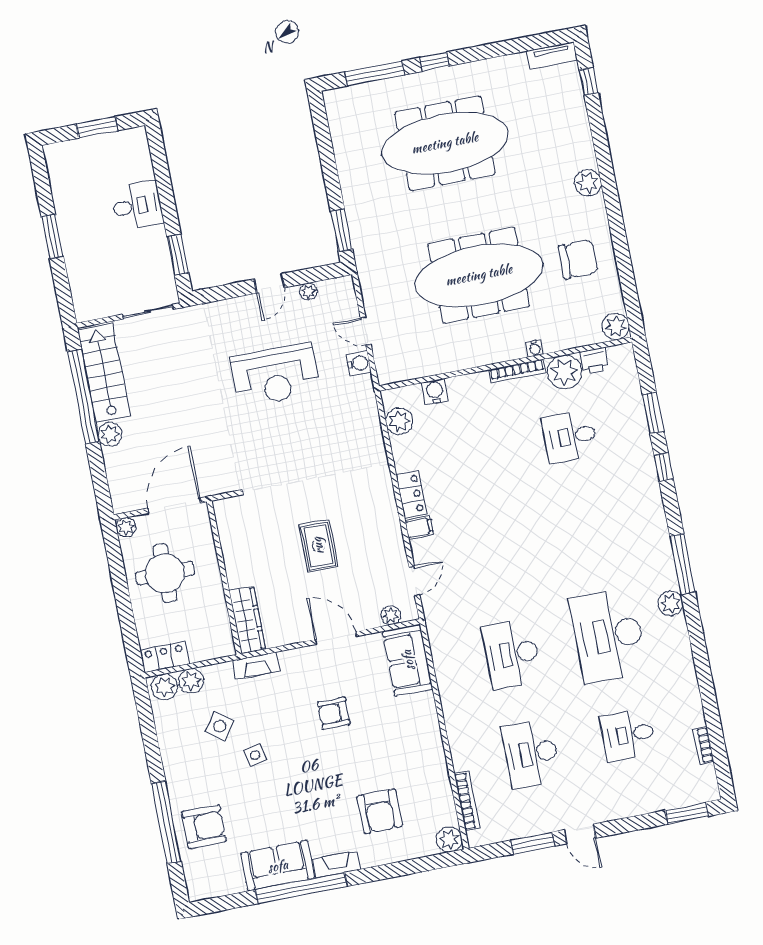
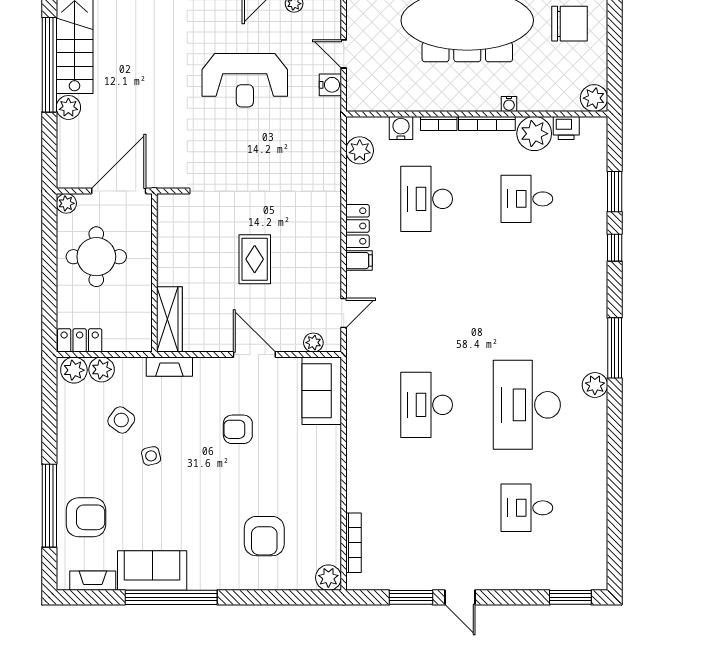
bookcase: (703, 745) -> (439, 124), moved, turned -90
desk: (531, 754) -> (427, 199), moved
fireplace: (337, 864) -> (93, 581), moved

